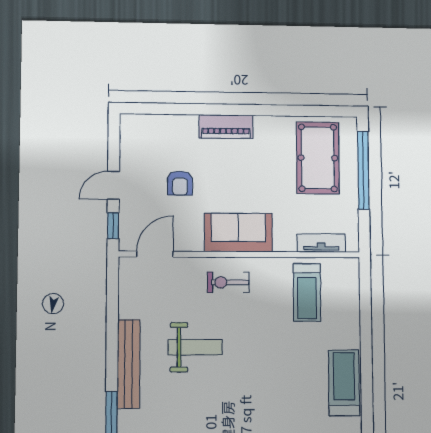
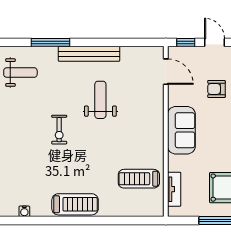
exercise bike: (228, 282) -> (59, 130), moved, turned 180
weight bench: (195, 347) -> (100, 100), turned 180

